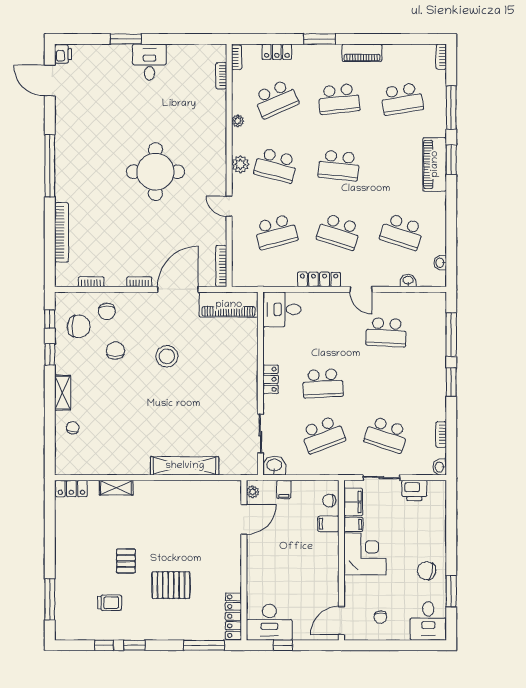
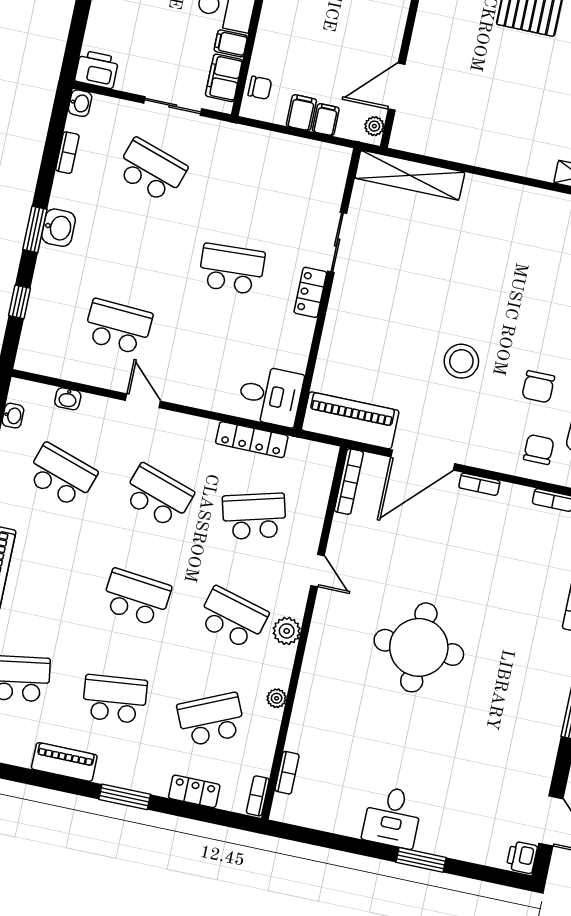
locker: (319, 279) -> (252, 440), moved
window: (451, 335) -> (19, 302), width x0.46
sliding door: (260, 433) -> (337, 242), moved
school desk: (323, 435) -> (248, 191), removed
shelving: (185, 466) -> (410, 175), moved
washbasin: (274, 466) -> (58, 228), moved, turned -90
printer: (414, 490) -> (97, 69), moved
filing cabinet: (328, 524) -> (301, 113), moved, turned -90

